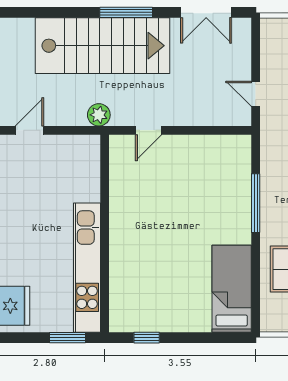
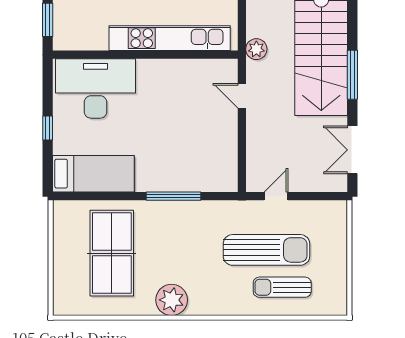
kitchen unit: (87, 268) -> (170, 38), moved
desk: (141, 286) -> (96, 88), added
window: (147, 338) -> (48, 128), moved

